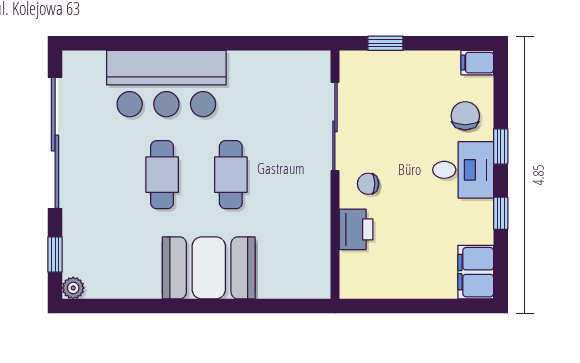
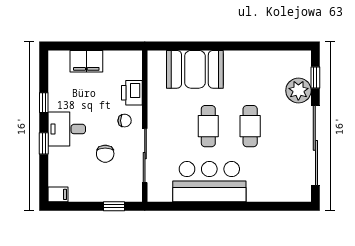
bar counter: (166, 84) -> (209, 182), moved
chair: (465, 116) -> (105, 154), moved
booth: (209, 268) -> (195, 69), moved
filing cabinet: (476, 272) -> (86, 61), moved, turned 90
plant: (73, 288) -> (298, 91), moved, width x1.88, depth x1.88

